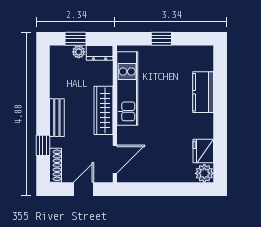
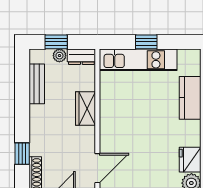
kitchen unit: (127, 89) -> (138, 60), moved, turned 90
wardrobe: (103, 110) -> (85, 109), width x0.67
bench: (57, 118) -> (37, 84), moved

